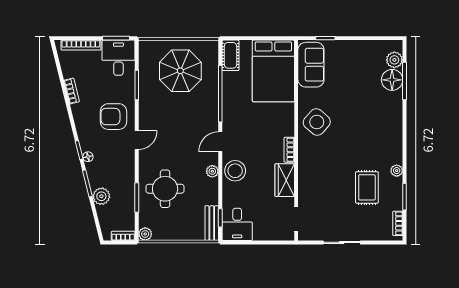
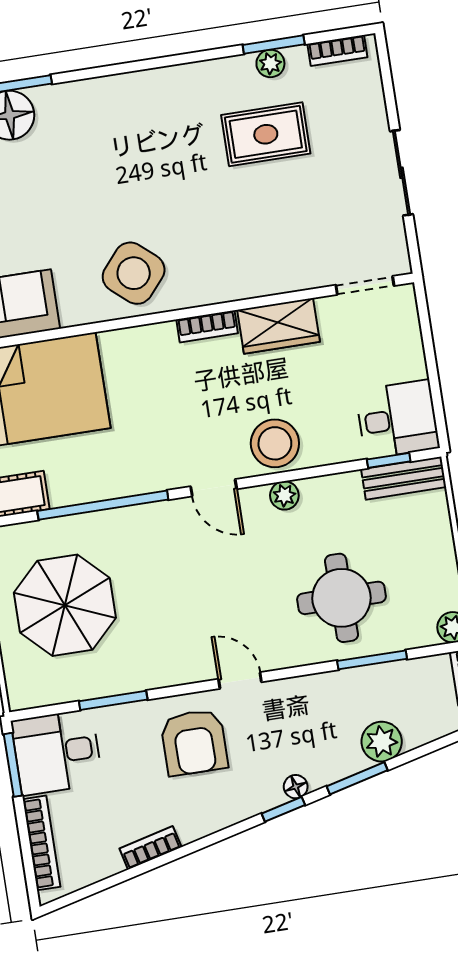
plant: (397, 171) -> (270, 63), moved

